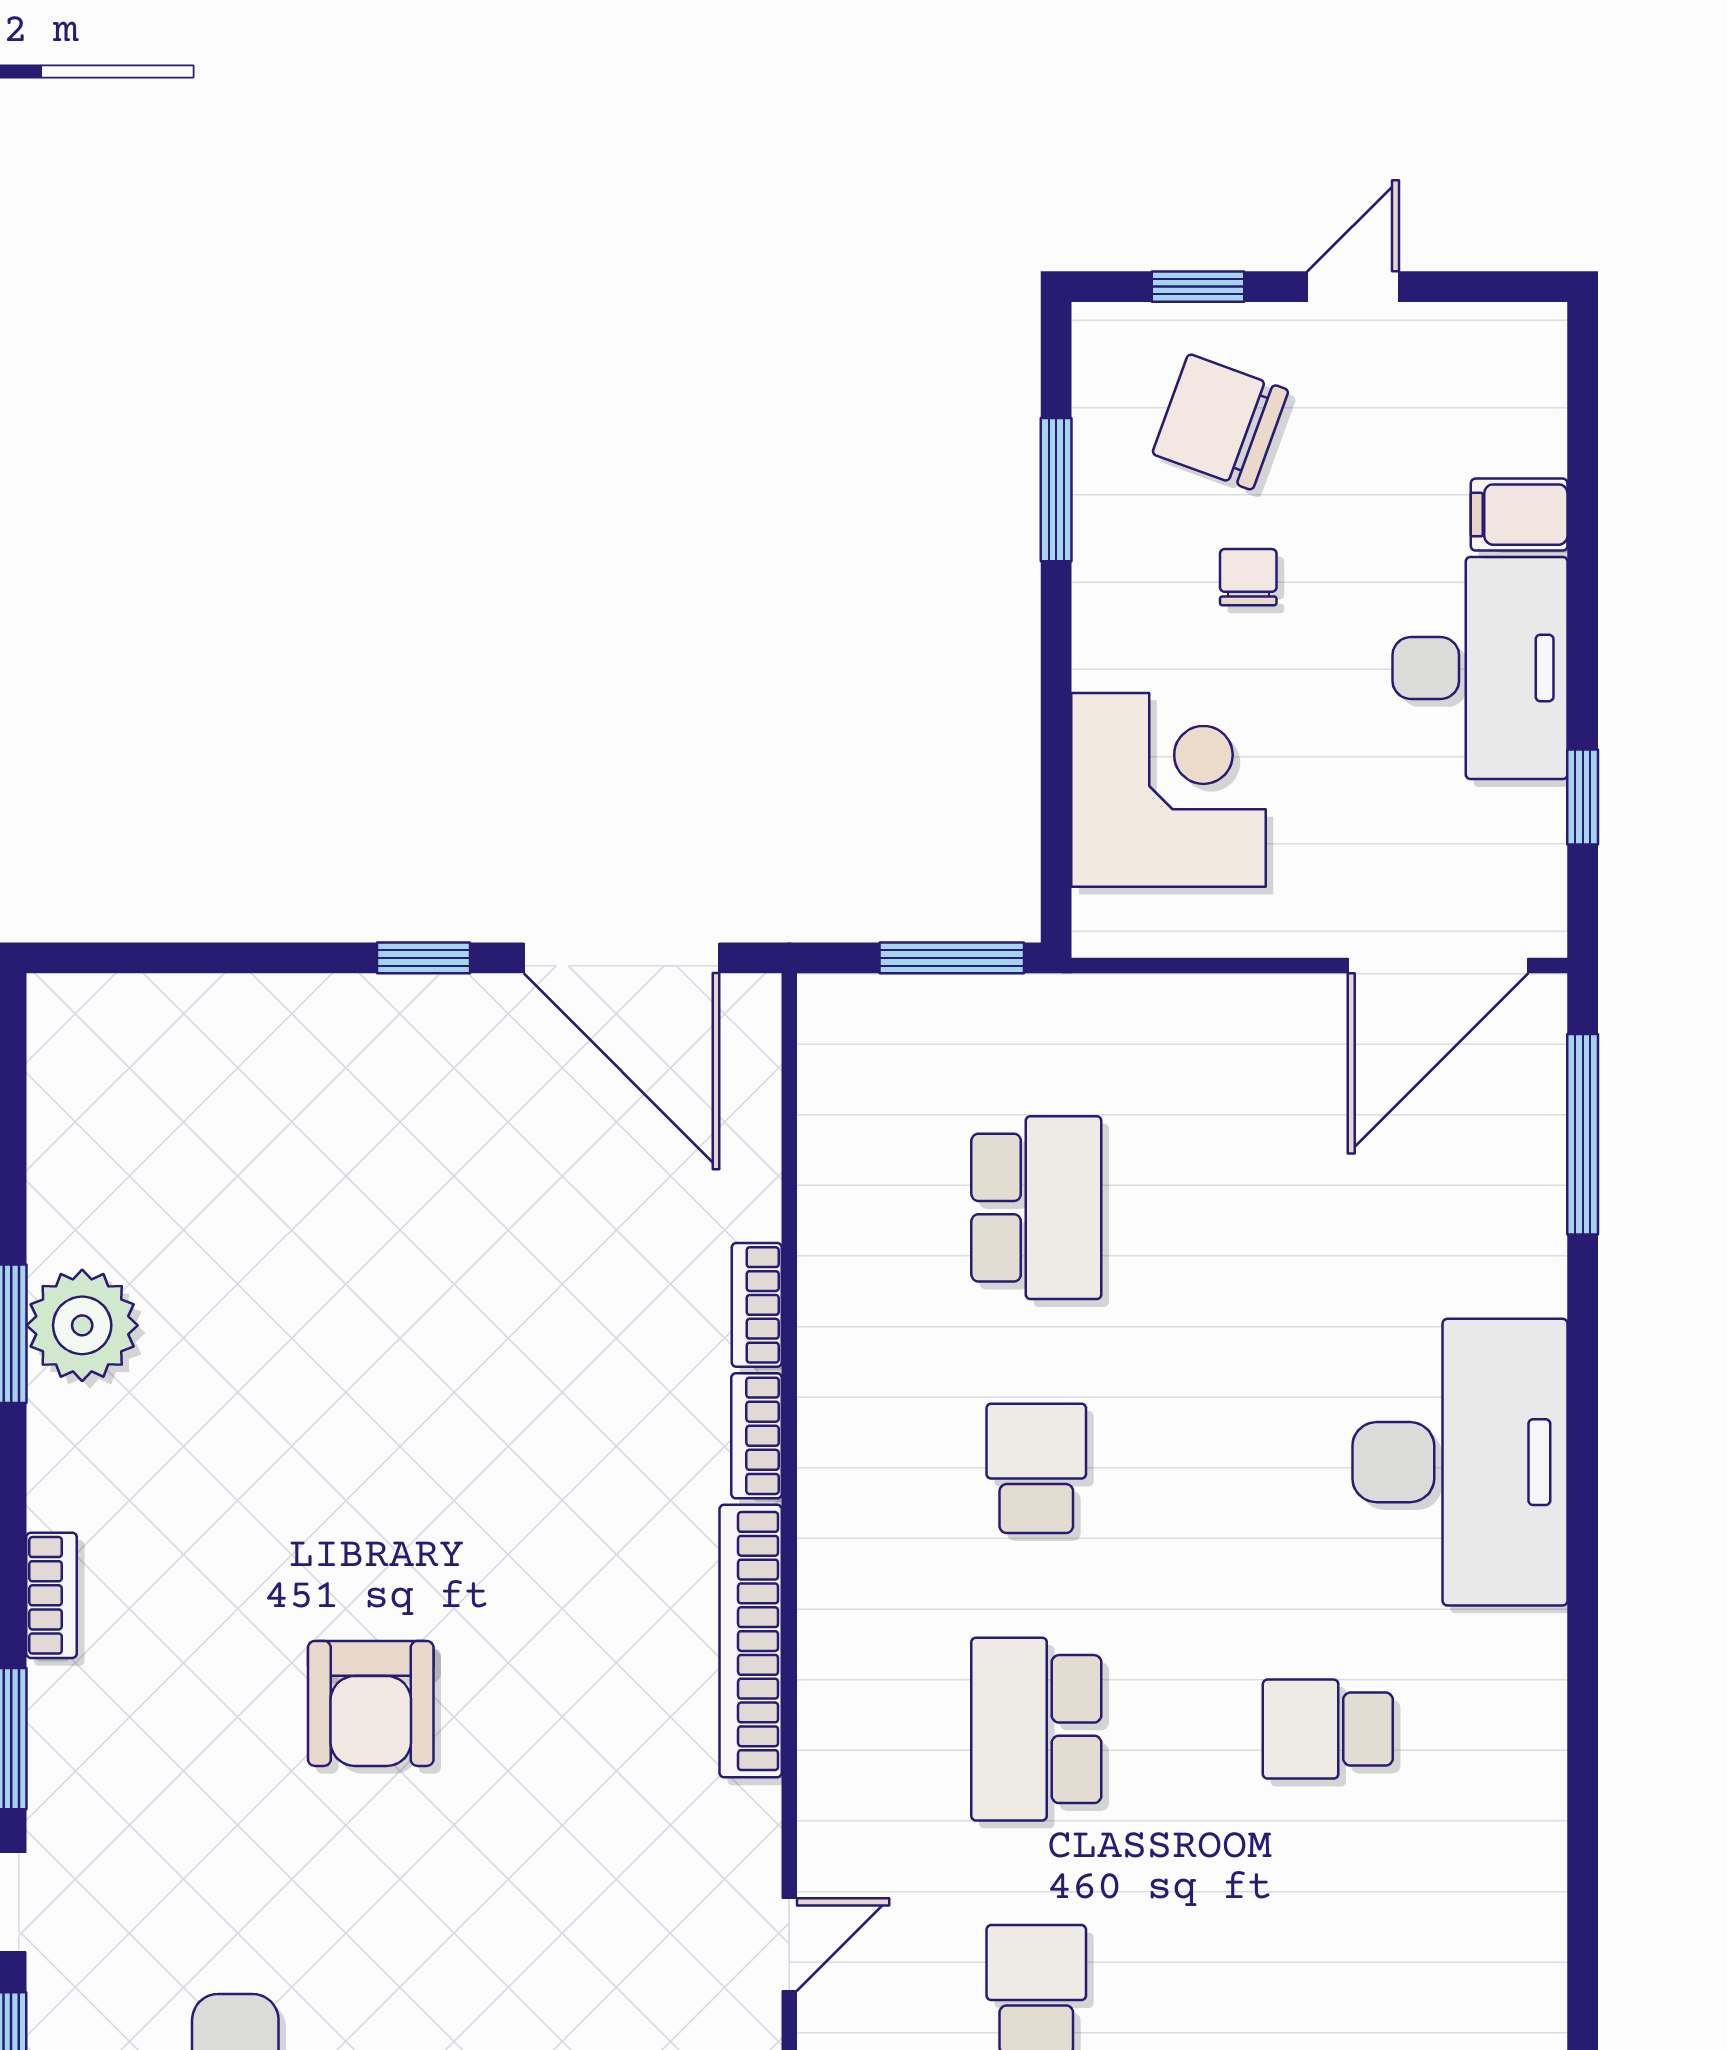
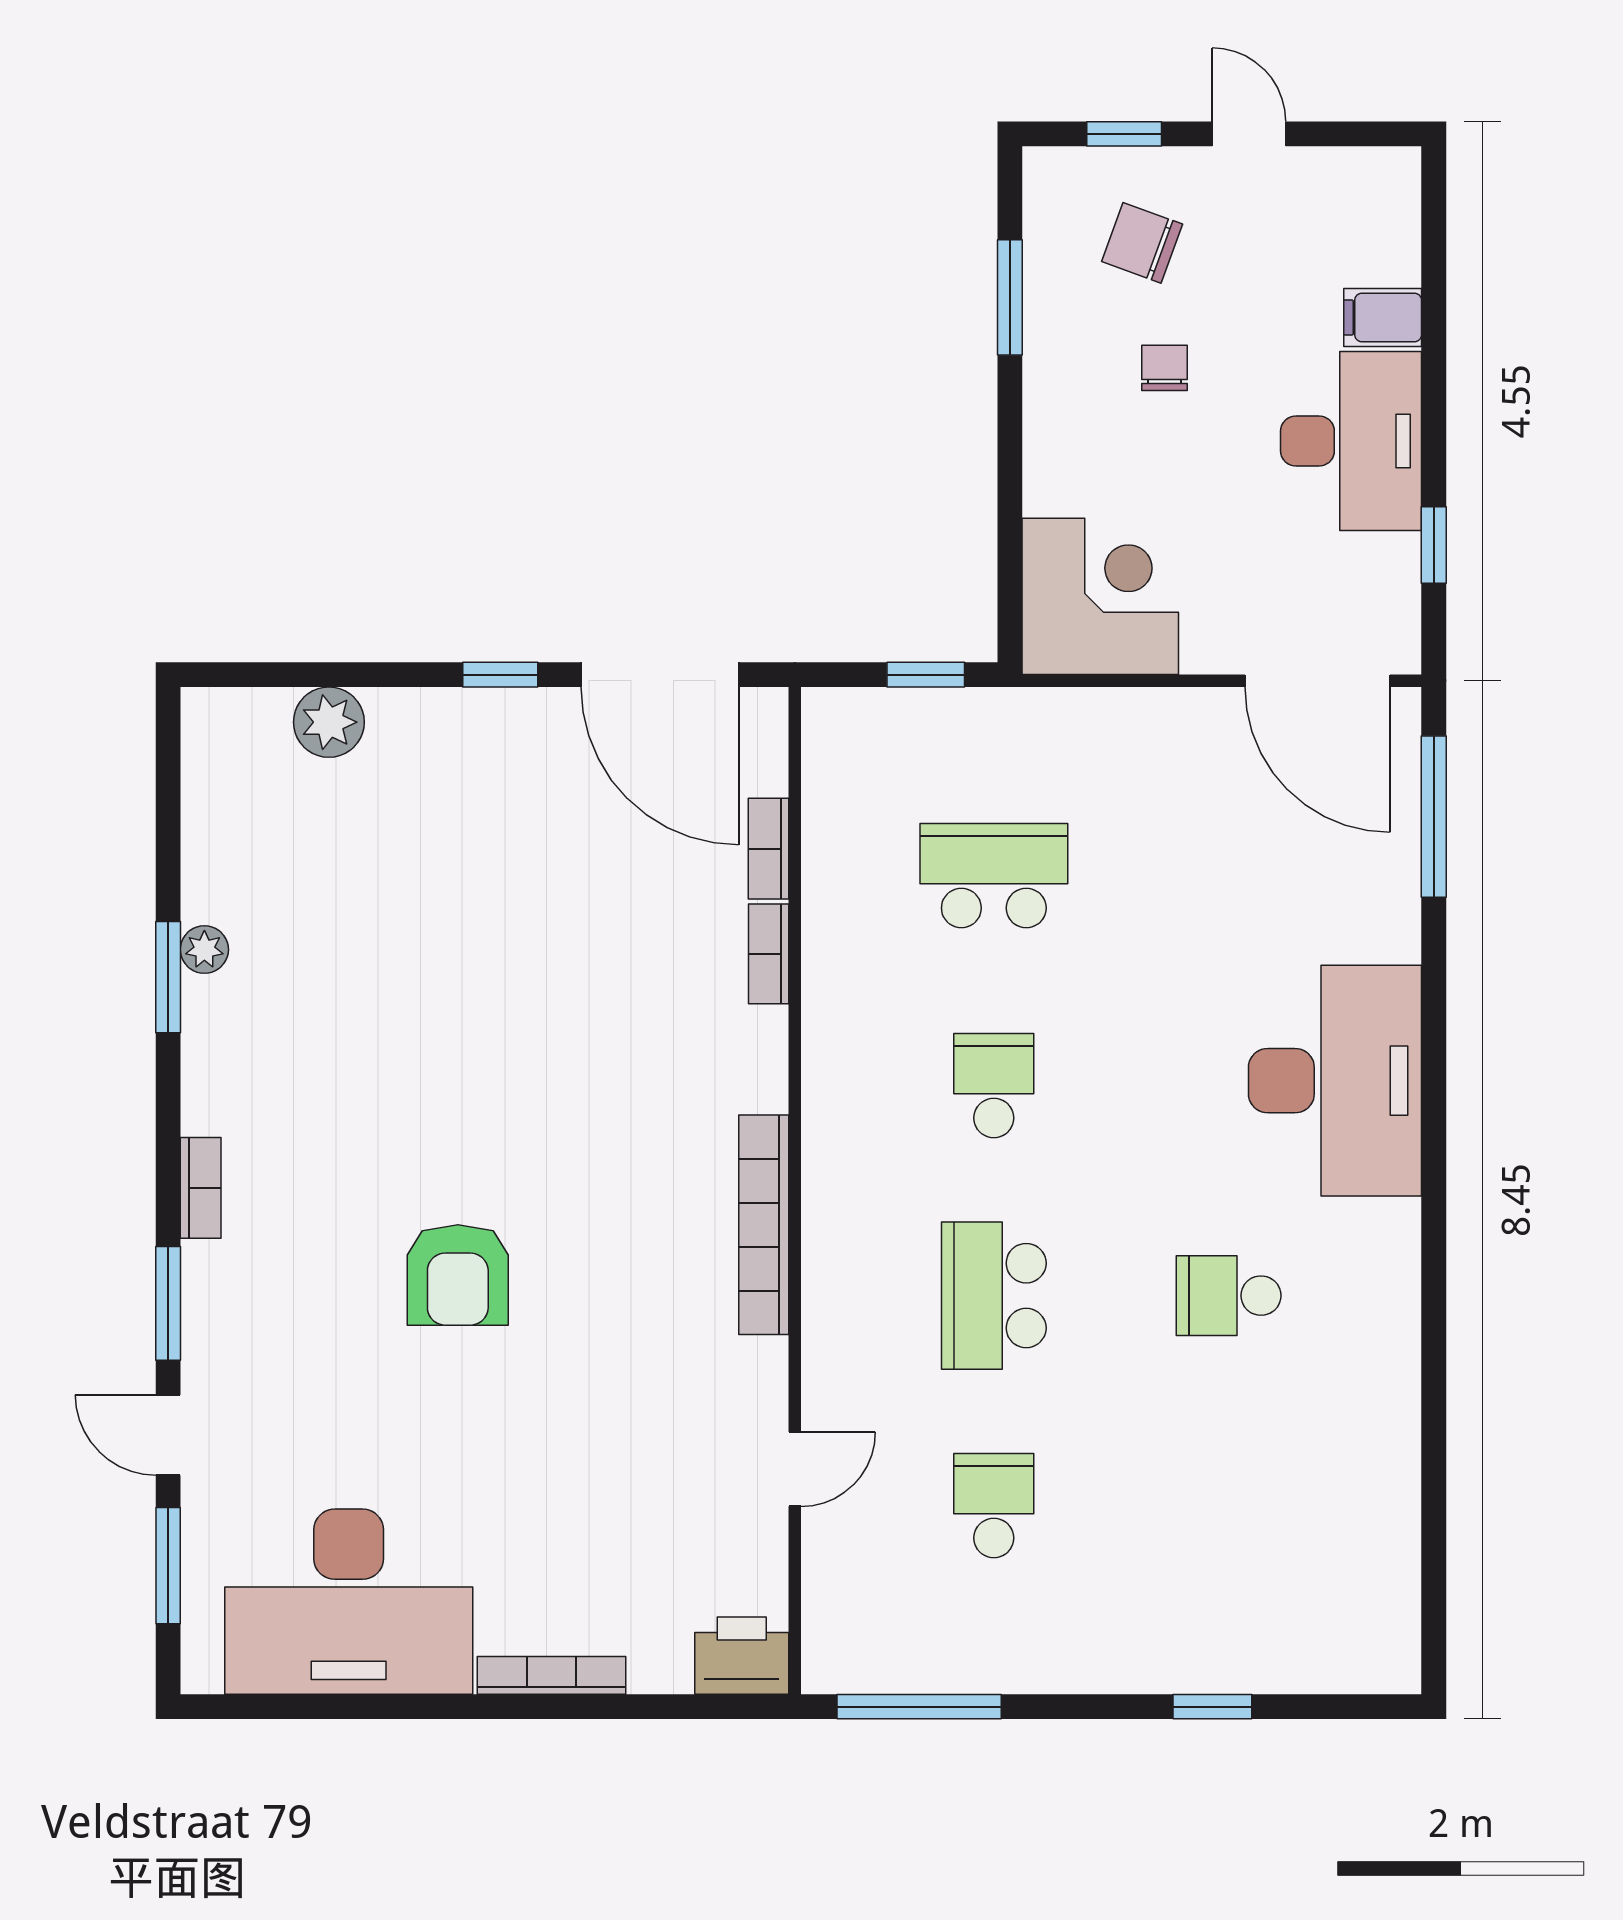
door: (1353, 287) -> (1249, 134), hinge flipped
chair: (1220, 422) -> (1142, 243), width x0.73, depth x0.73
corner desk: (1168, 790) -> (1100, 596), moved
window: (952, 958) -> (926, 675), width x0.67
door: (1438, 966) -> (1317, 681), hinge flipped
plant: (211, 1017) -> (329, 722), added
school desk: (1036, 1208) -> (994, 876), turned -90
plant: (82, 1325) -> (204, 950), width x0.53, depth x0.53
bookcase: (757, 1436) -> (768, 849), moved

